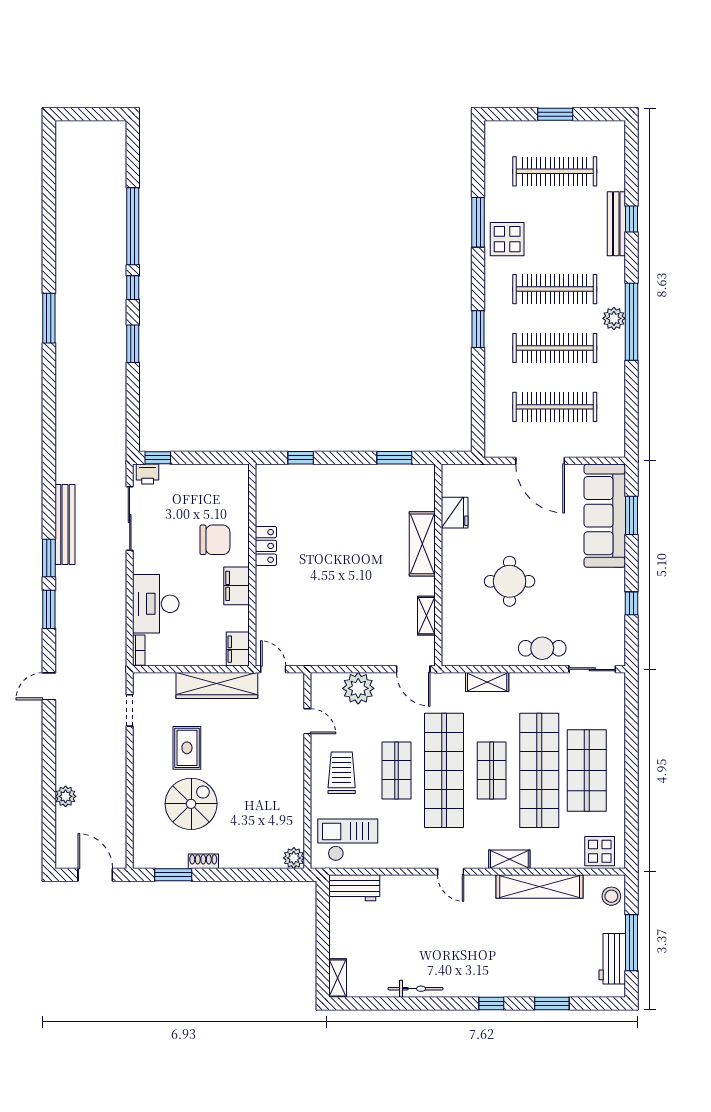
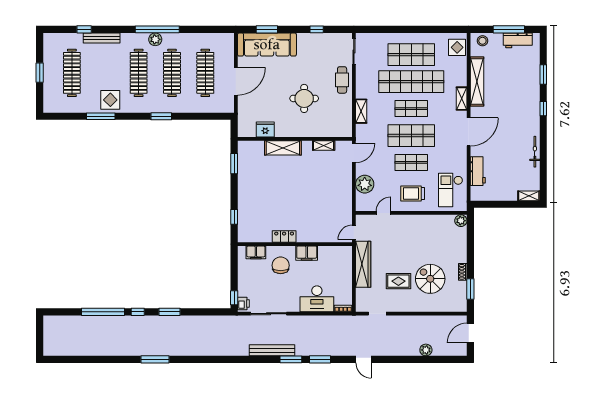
window: (631, 219) -> (84, 29), moved
filing cabinet: (238, 649) -> (256, 252), moved
shop shelf: (444, 770) -> (411, 136), width x0.71
door: (451, 872) -> (469, 132), width x1.87
workbench: (354, 888) -> (478, 171), moved

